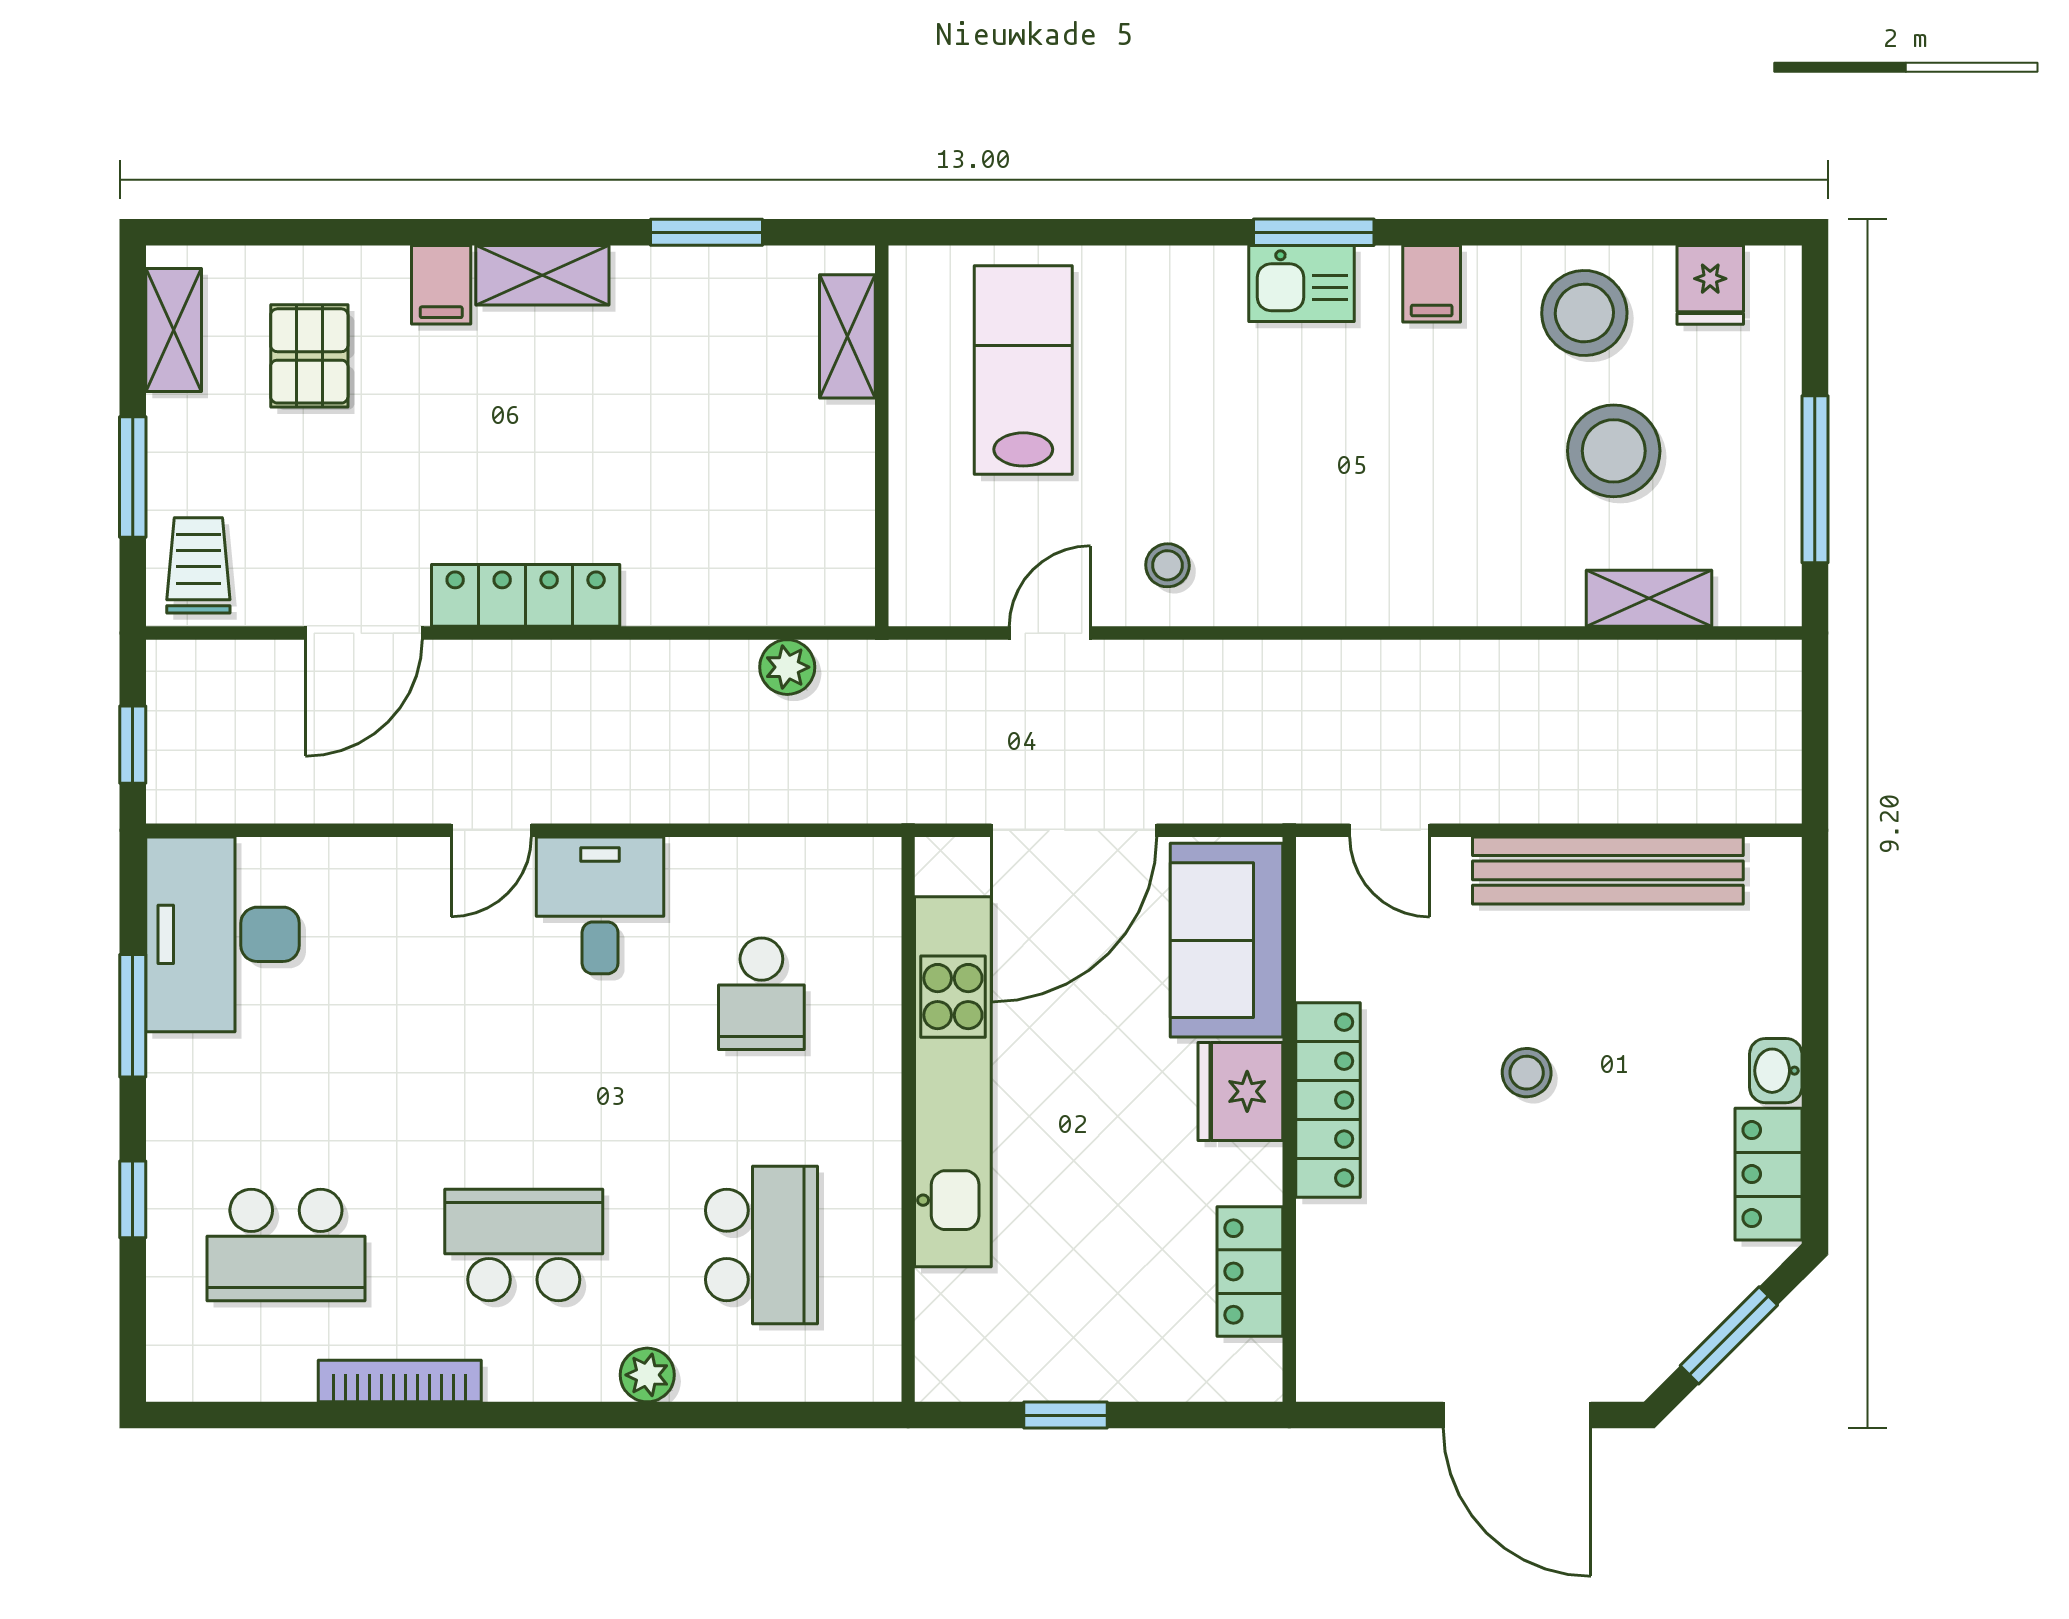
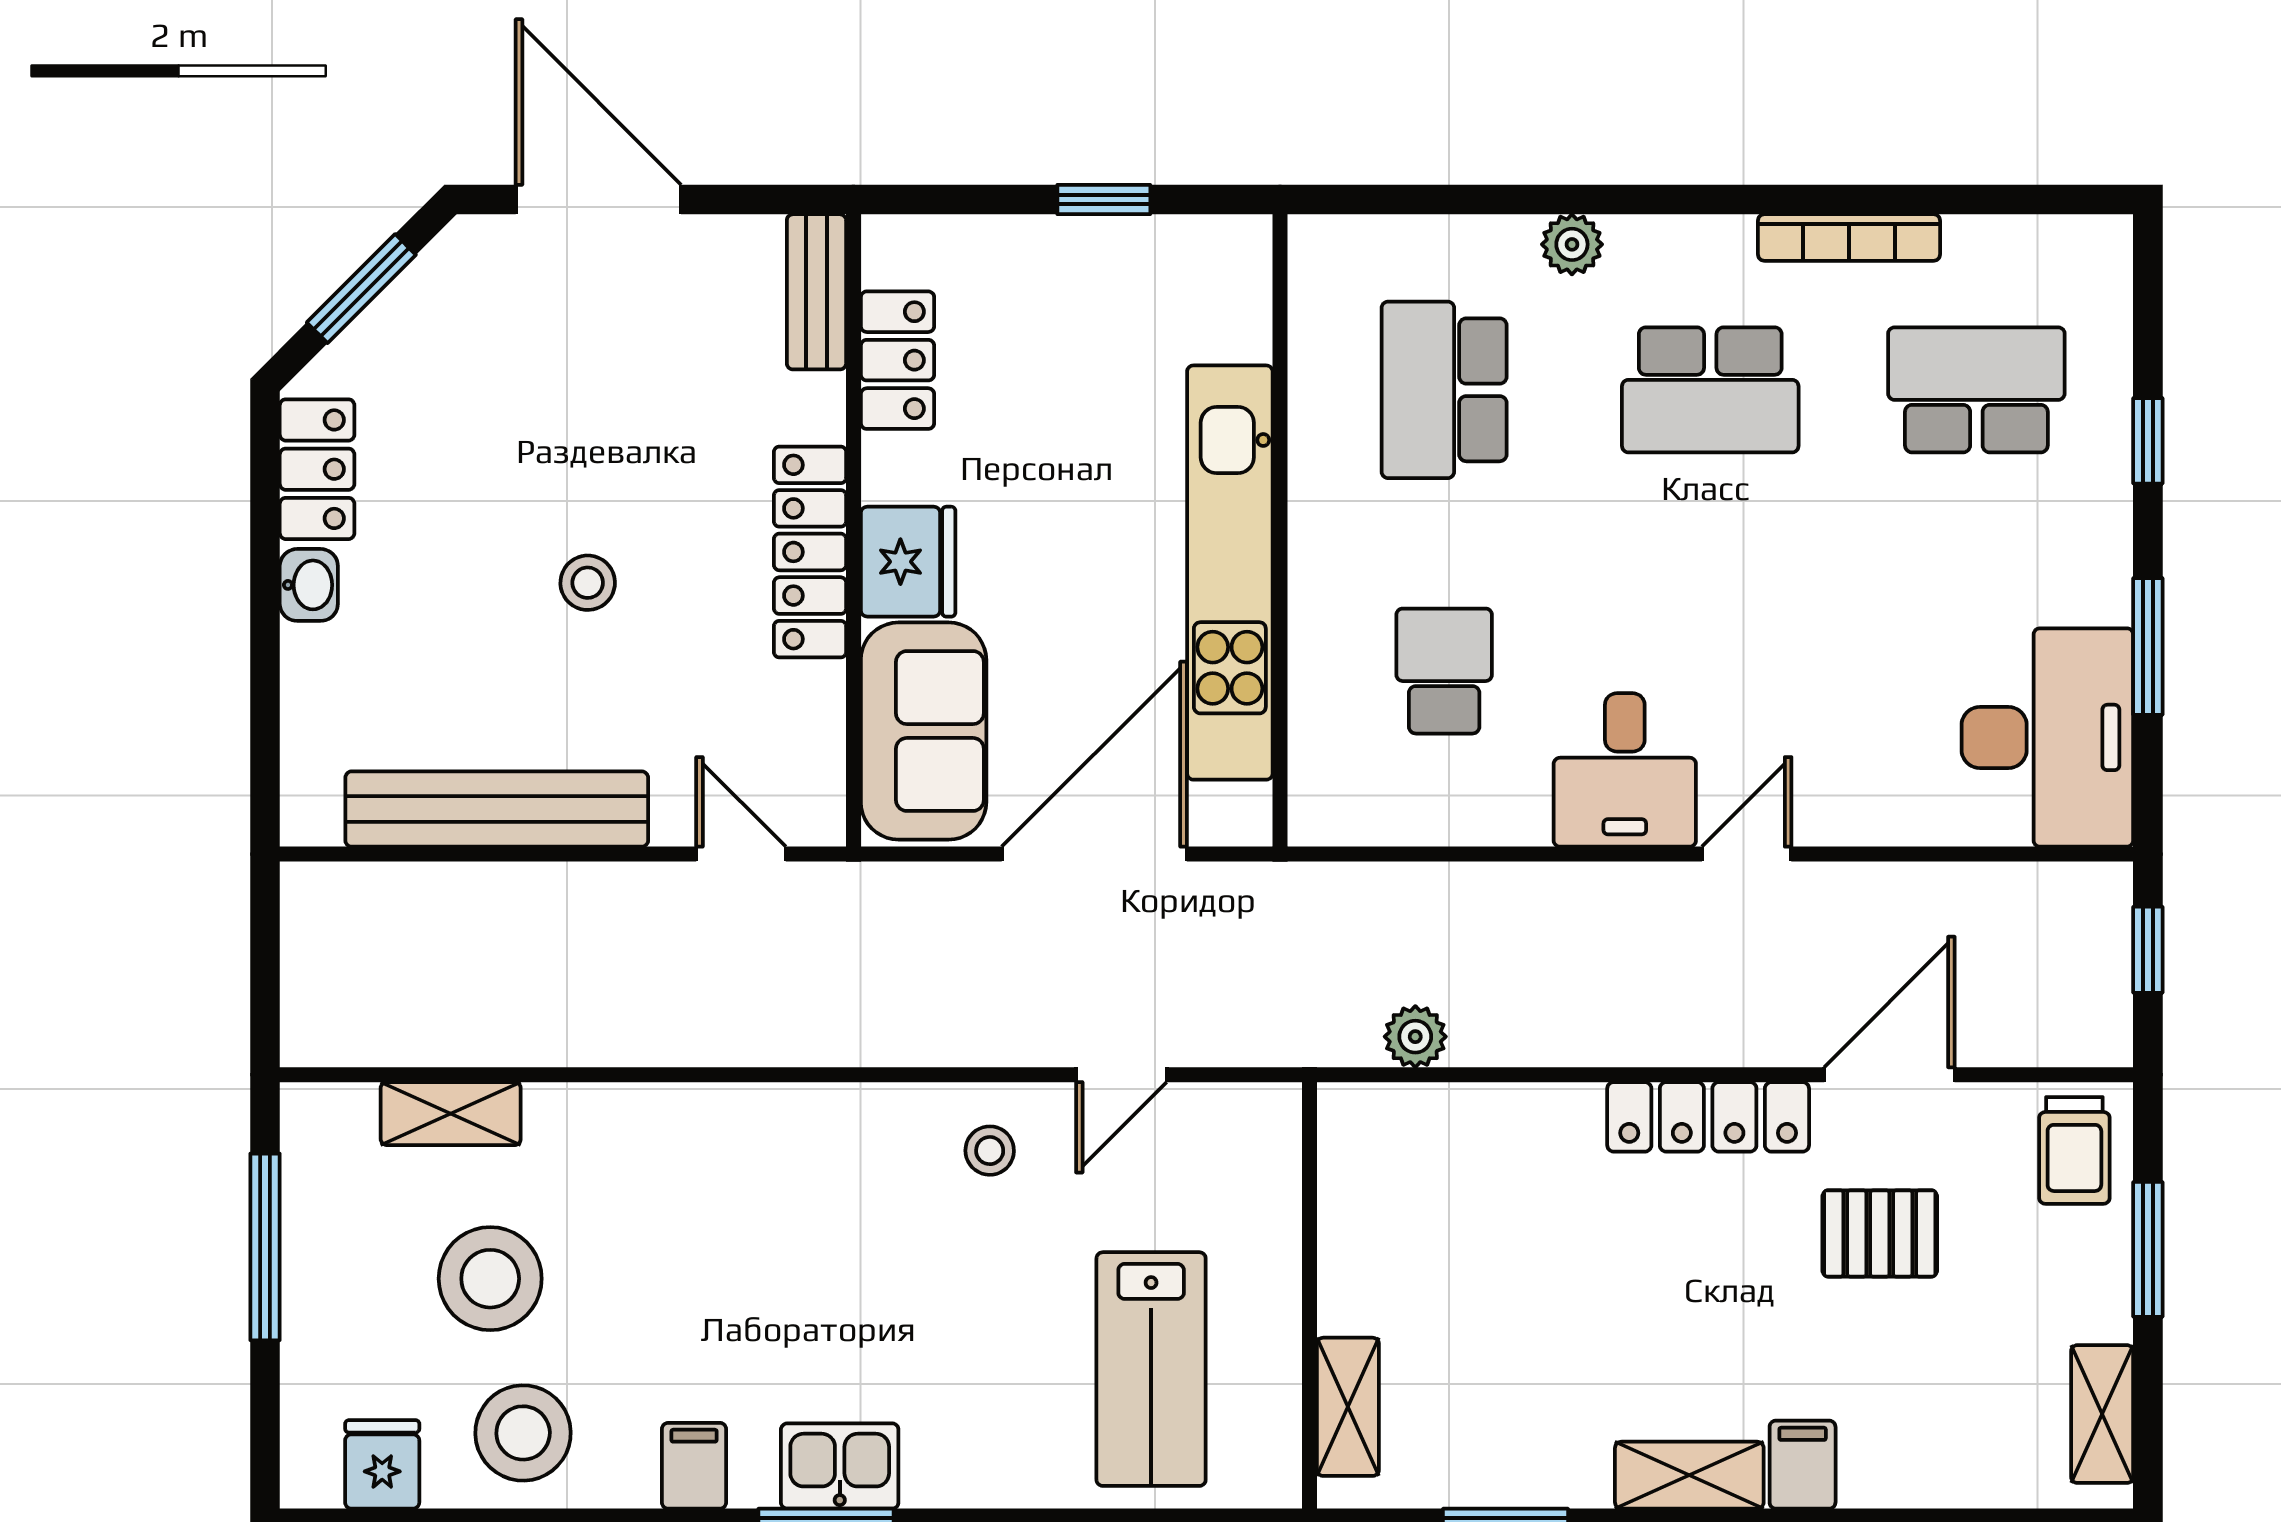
pallet: (309, 356) -> (1880, 1233), moved, turned 90
bench: (1322, 1333) -> (816, 292), added

